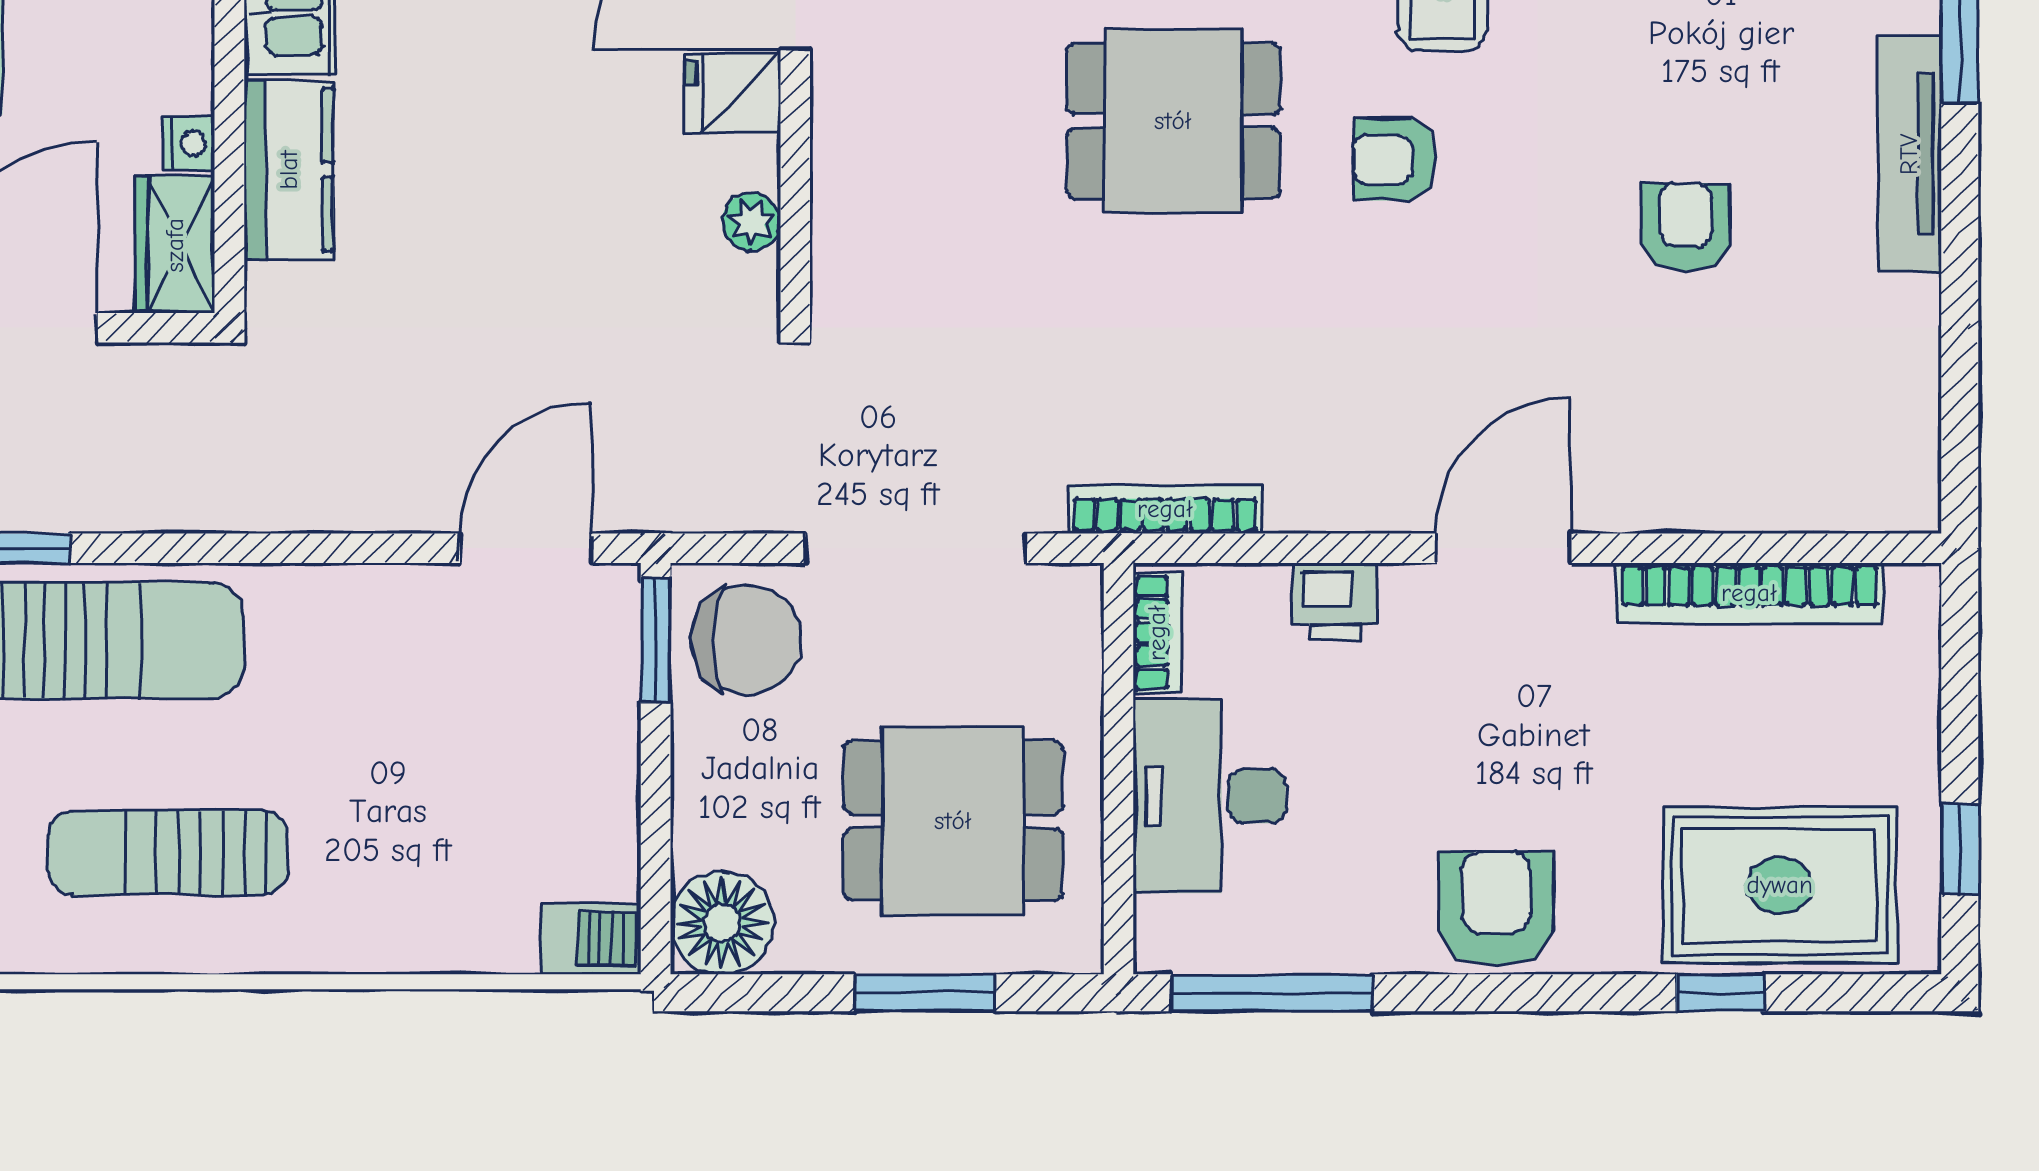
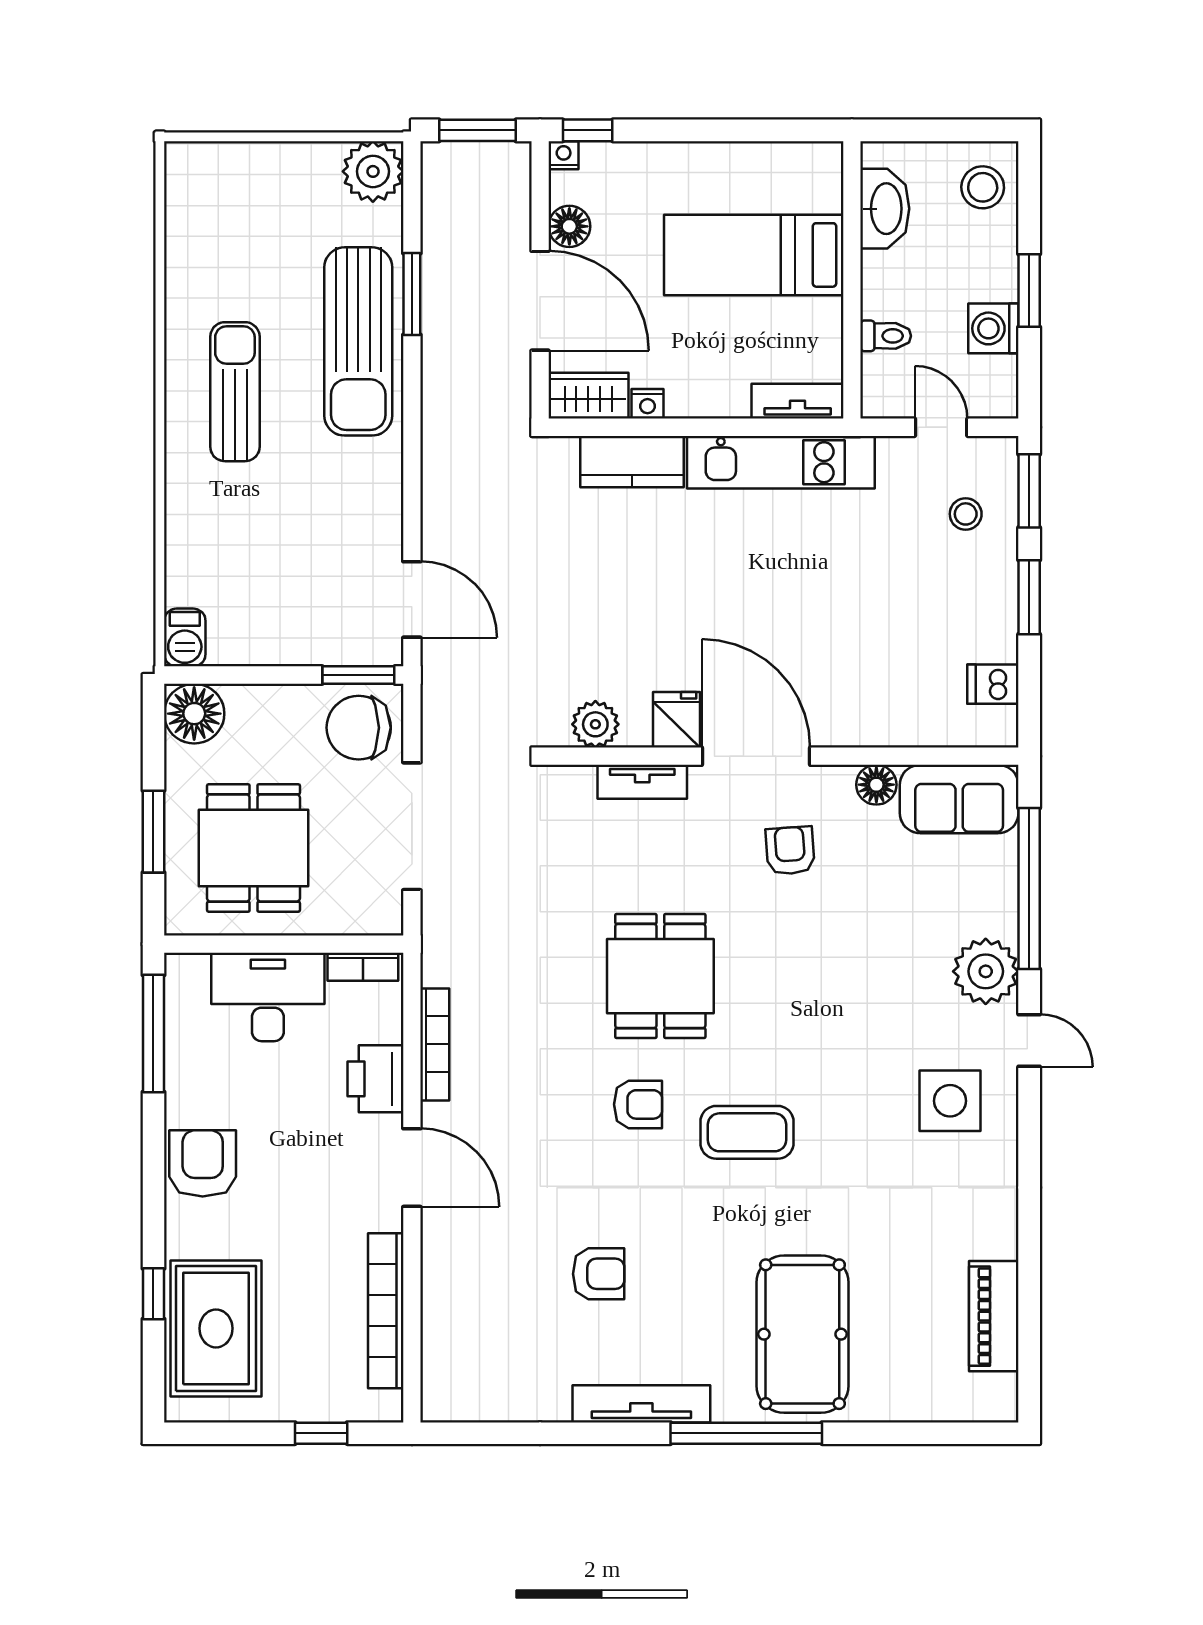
tv unit: (839, 152) -> (642, 782), added
armchair: (1394, 159) -> (638, 1104), turned 90
plant: (751, 222) -> (595, 724), width x1.38, depth x1.38
bookcase: (1165, 509) -> (435, 1044), moved
printer: (1335, 602) -> (376, 1079), width x1.36, depth x1.24
chair: (746, 640) -> (359, 728), turned 90
window: (1960, 849) -> (321, 1433), moved
armchair: (1496, 908) -> (203, 1163), turned -90

